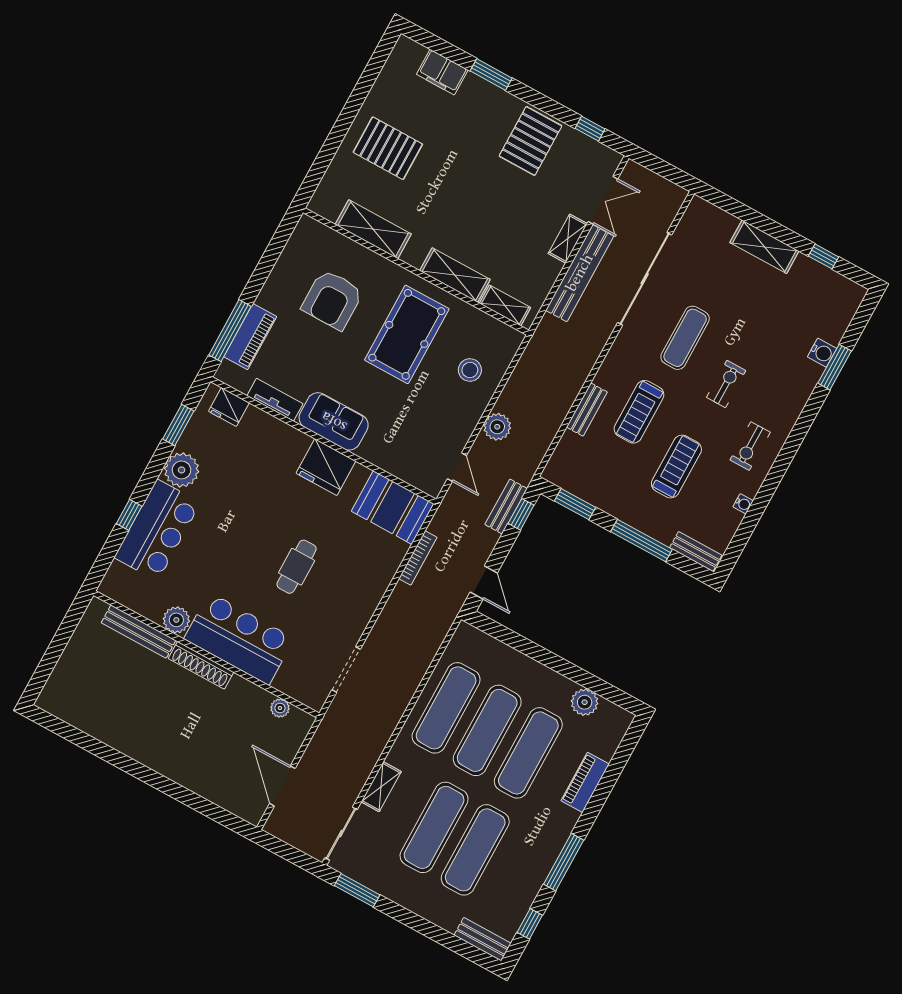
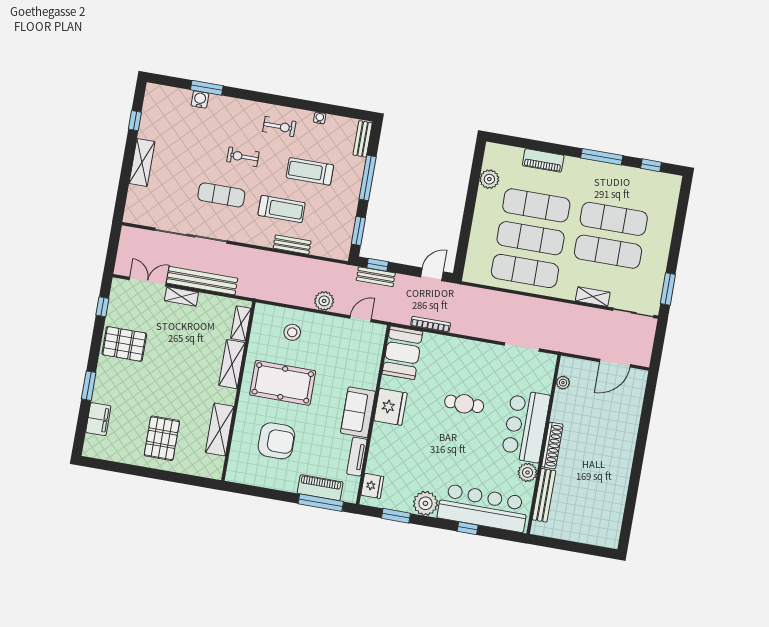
bar counter: (157, 530) -> (483, 508), width x1.36
bench: (483, 939) -> (672, 193), removed

